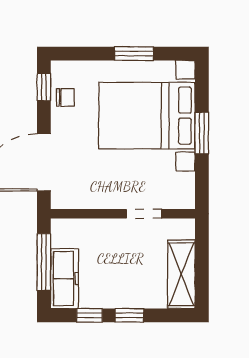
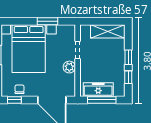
window: (202, 133) -> (47, 21), moved
plant: (110, 197) -> (69, 67), added
freezer: (64, 279) -> (98, 90), moved

